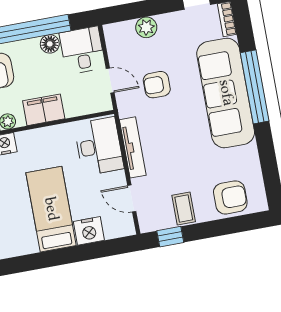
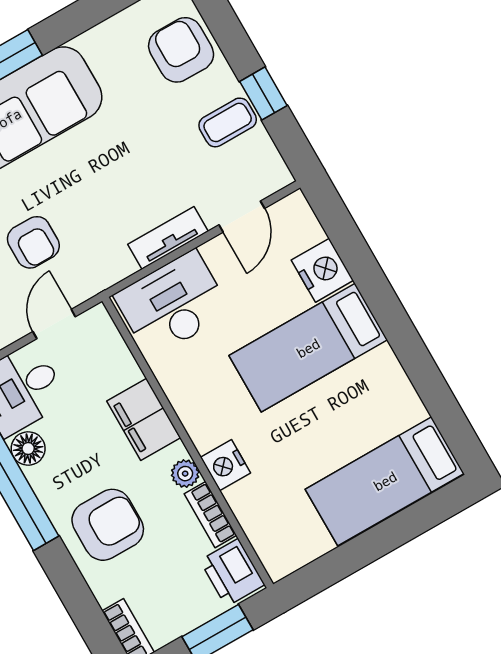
tv unit: (133, 147) -> (168, 238), width x0.71
window: (170, 237) -> (263, 93), moved

